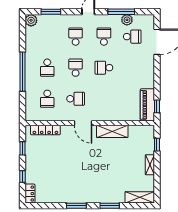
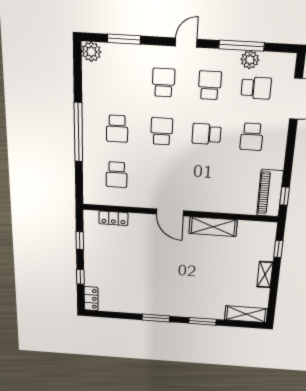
school desk: (76, 99) -> (252, 137), moved, turned 90
locker: (45, 130) -> (113, 218), width x0.66

